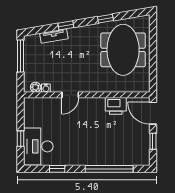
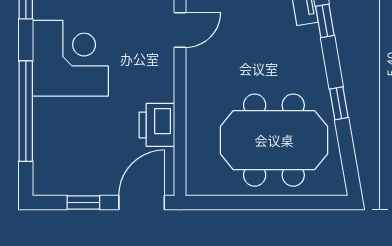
door: (70, 95) -> (180, 30), swing flipped
corner desk: (84, 147) -> (70, 58), added

